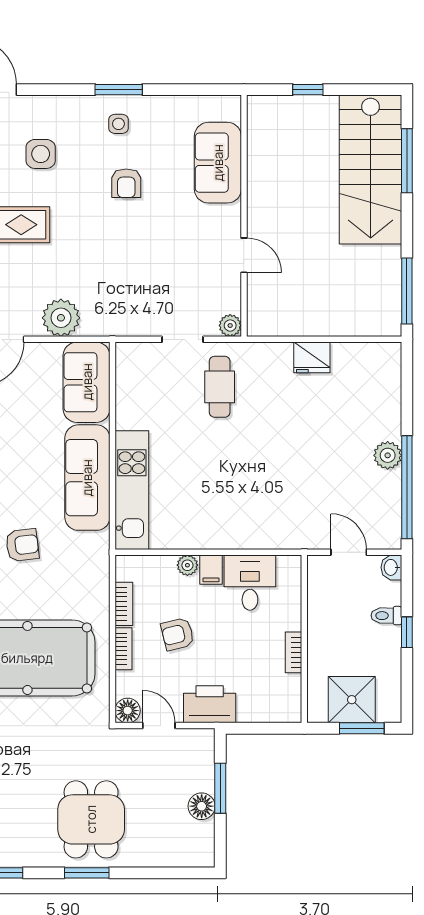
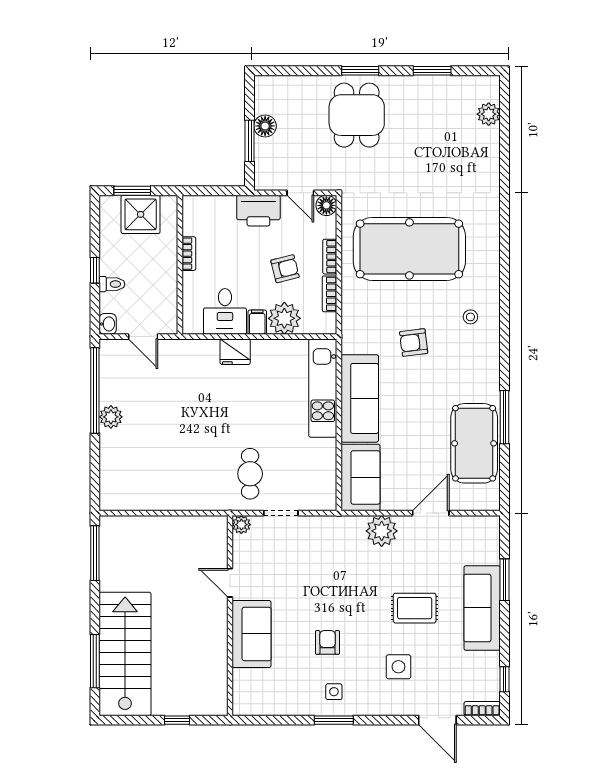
sofa: (218, 163) -> (252, 634), moved
fridge: (312, 357) -> (235, 352), moved, turned 180
plant: (187, 565) -> (284, 318), width x1.87, depth x1.87

